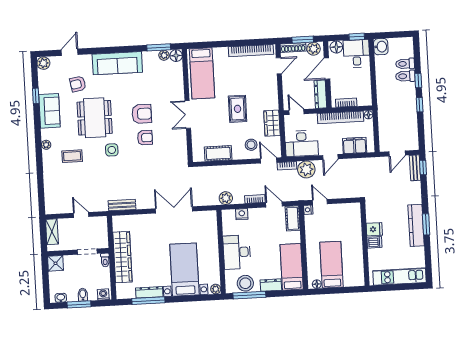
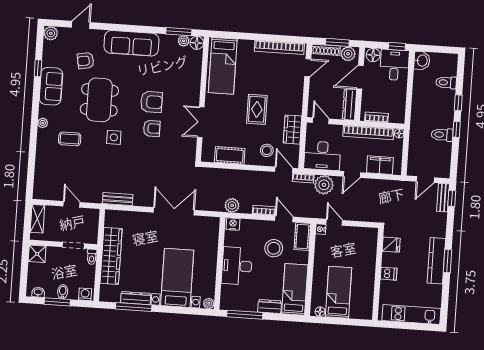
toilet: (405, 76) -> (442, 135), moved
double door: (188, 114) -> (201, 122), moved
nightstand: (242, 214) -> (233, 224), moved
fridge: (374, 229) -> (391, 245), moved
stool: (245, 283) -> (274, 248), moved

